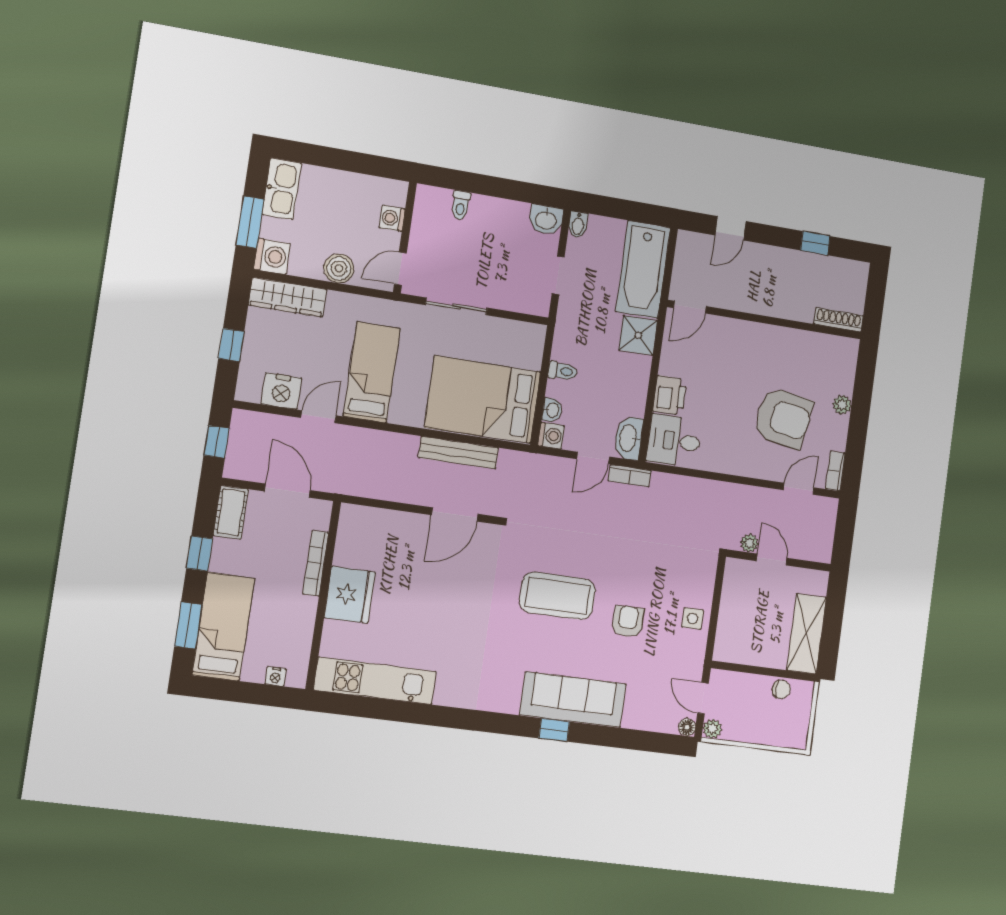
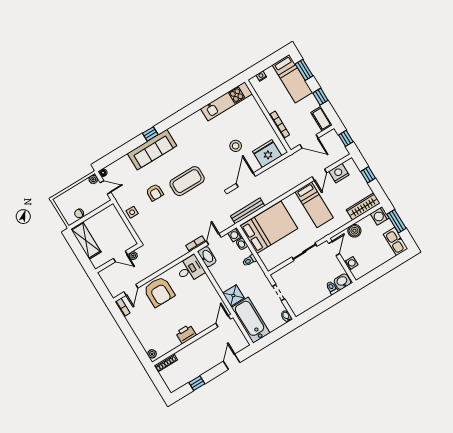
washbasin: (546, 220) -> (342, 282), moved
printer: (670, 395) -> (186, 334), moved, turned 90
plant: (842, 405) -> (152, 354), moved
armchair: (783, 418) -> (159, 292), moved, turned -100
bench: (458, 453) -> (248, 211), moved
stool: (424, 589) -> (236, 146), added
fridge: (350, 595) -> (267, 154), moved, turned 90

